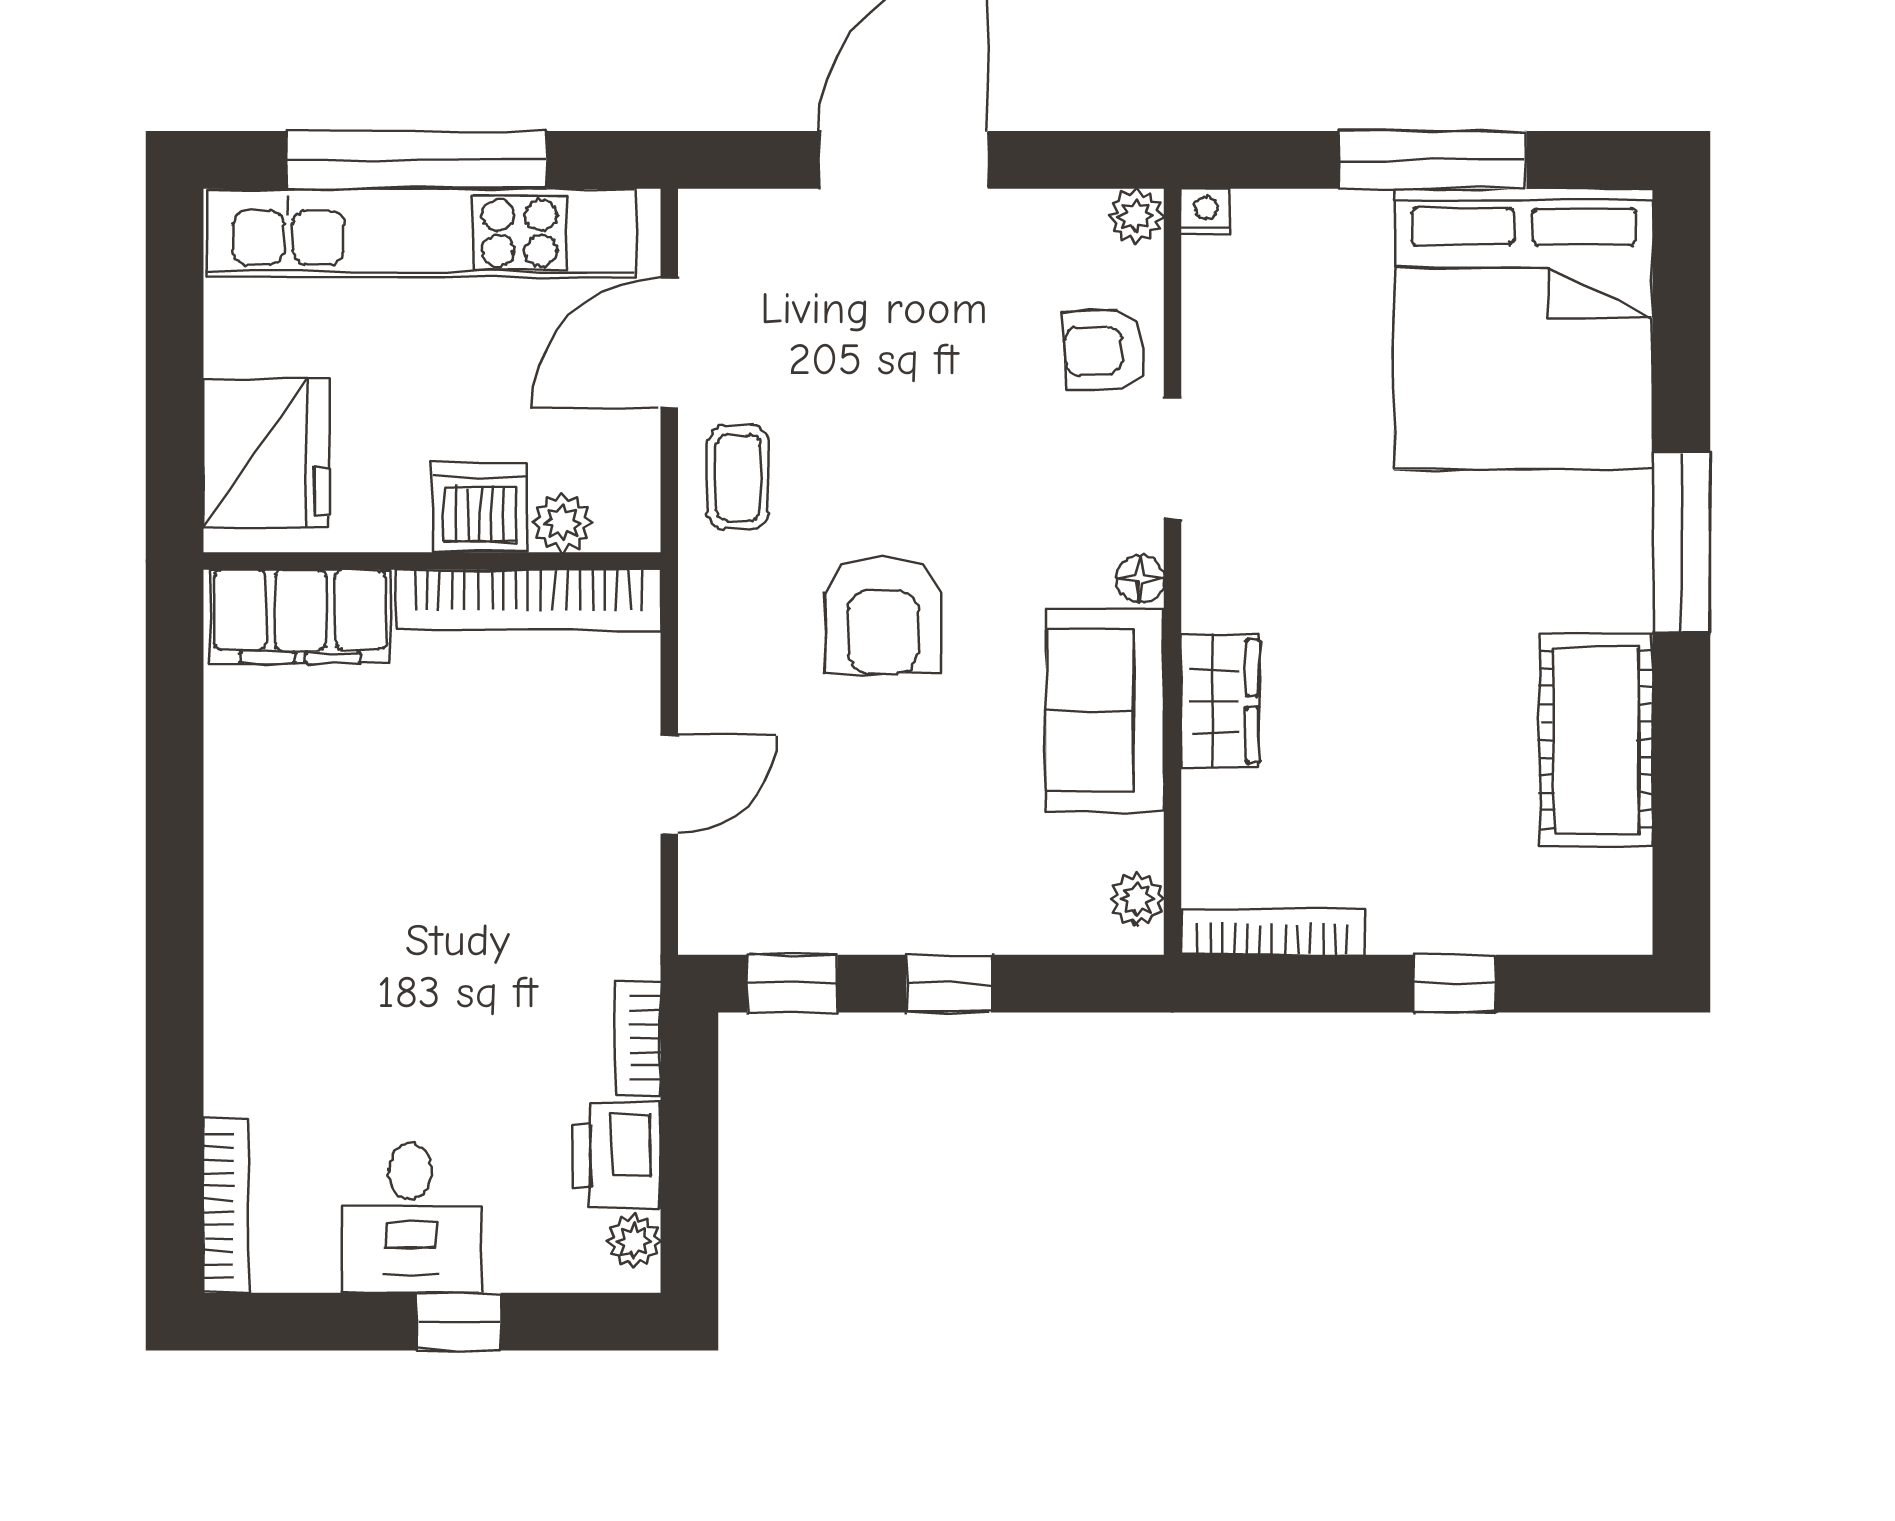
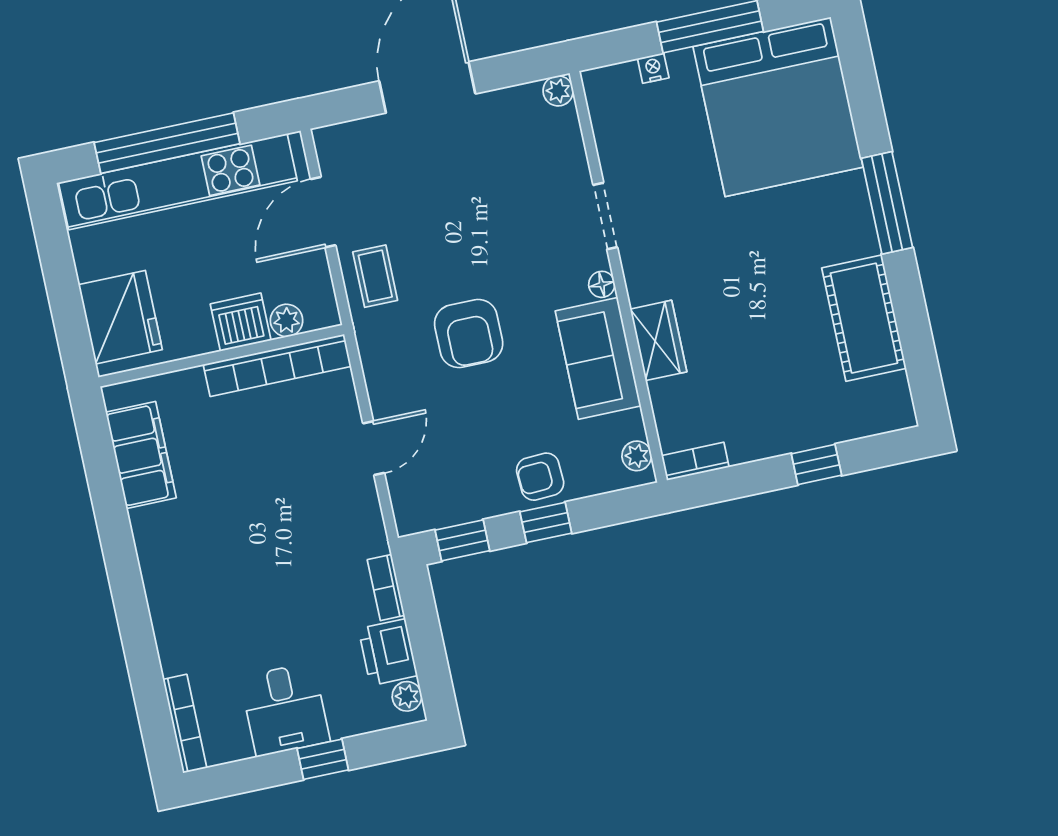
nightstand: (1206, 212) -> (653, 68), moved
armchair: (1104, 350) -> (540, 477), moved
filing cabinet: (300, 616) -> (141, 455), moved, turned -90
bookcase: (1272, 932) -> (695, 461), width x0.64

